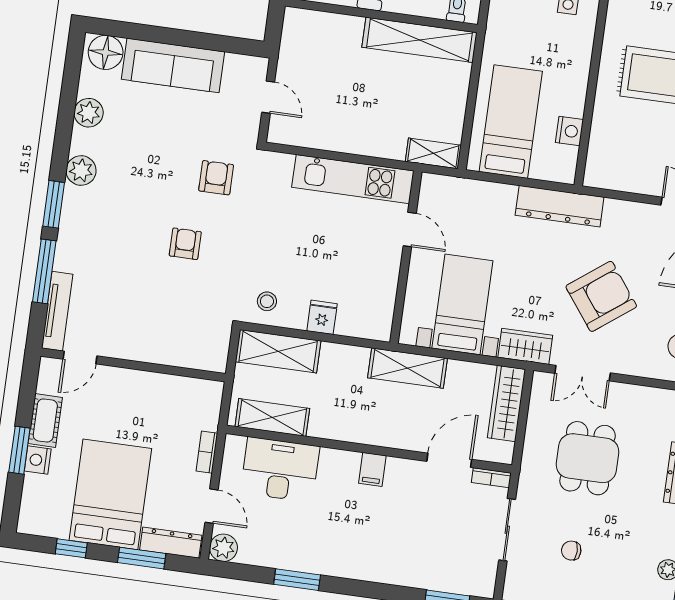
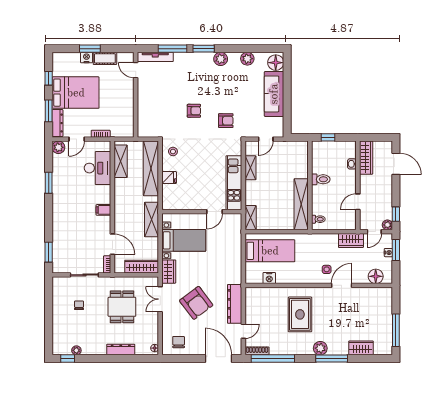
shelving: (325, 139) -> (250, 168), added
dresser: (560, 206) -> (235, 304), moved
shelving: (278, 351) -> (151, 168), width x1.47
dining table: (588, 458) -> (122, 307), turned 90

